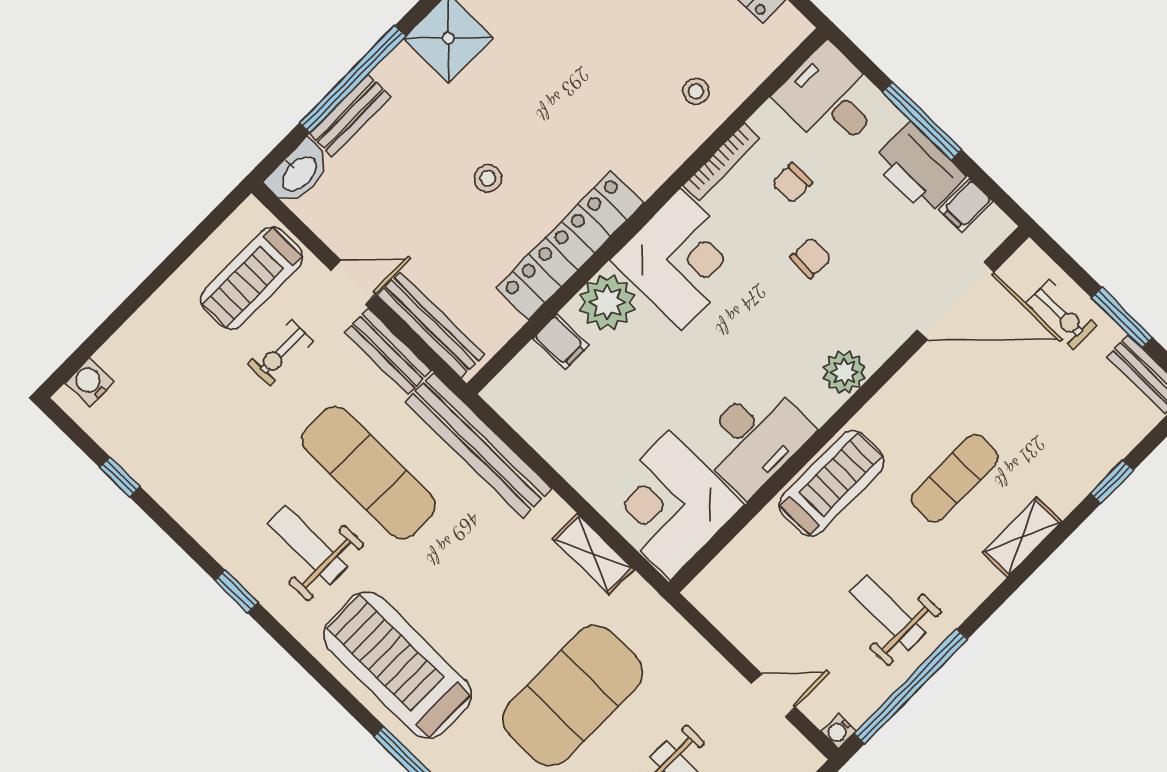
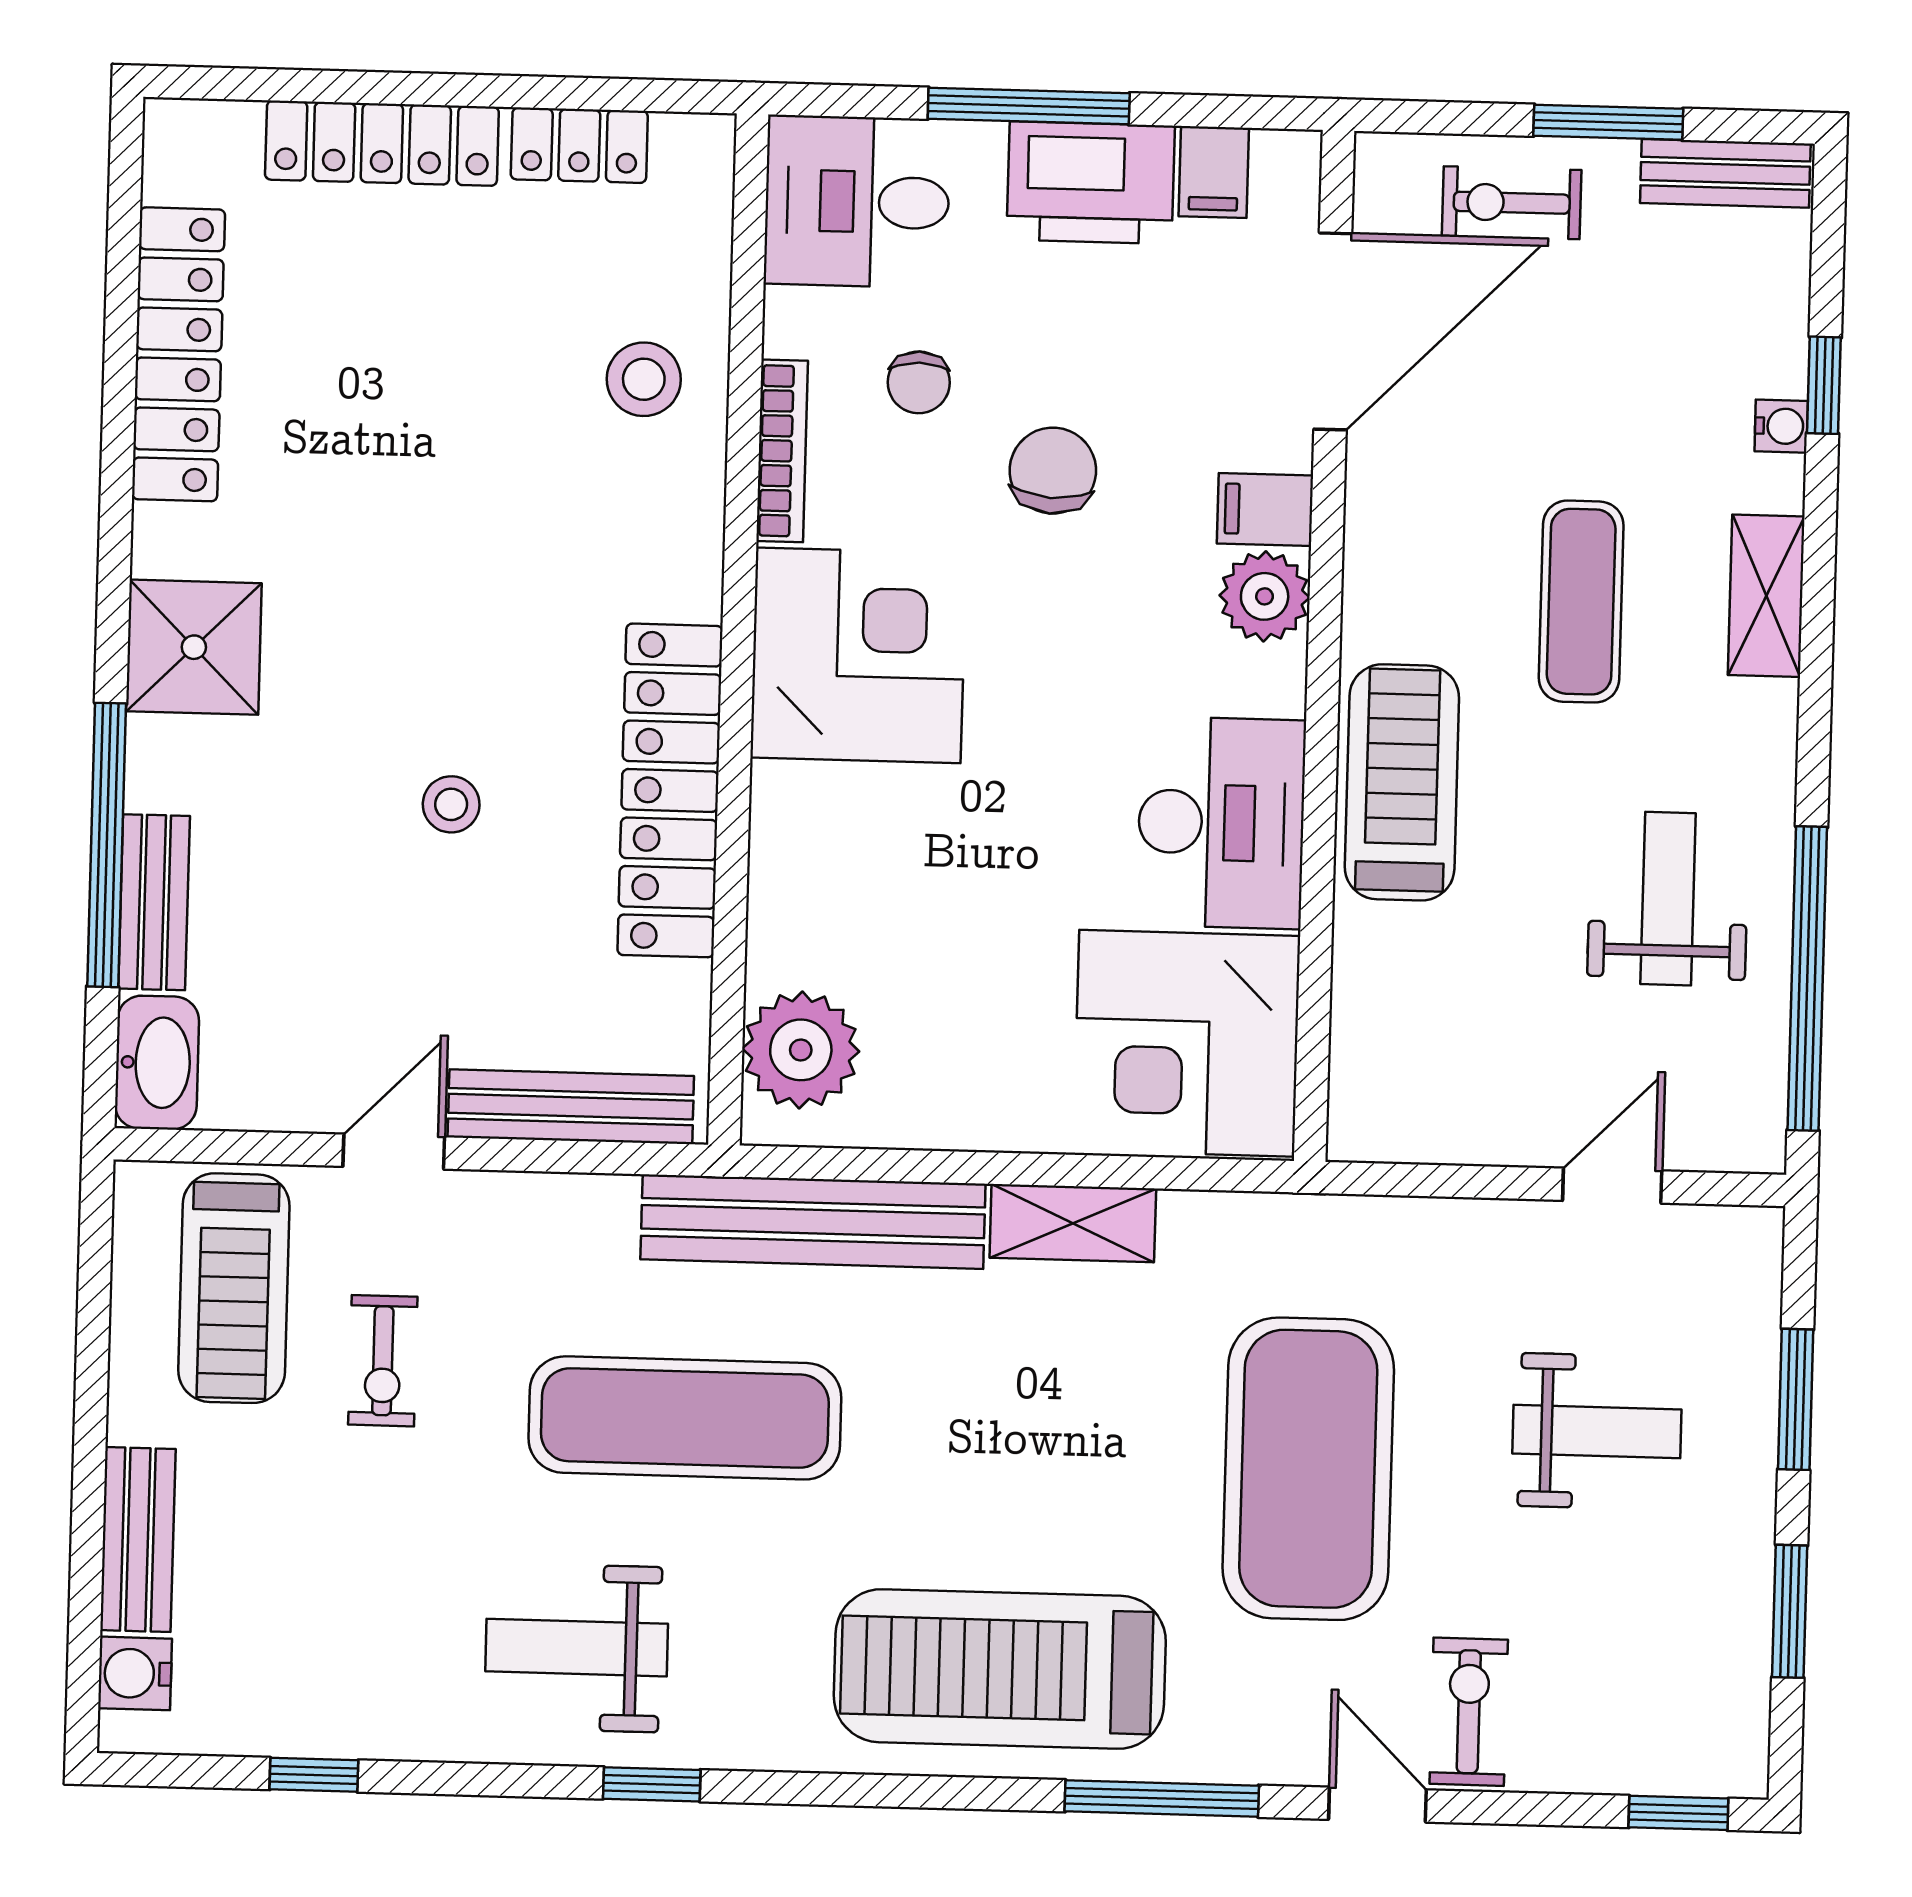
stool: (696, 91) -> (644, 379), width x1.37, depth x1.37
chair: (811, 258) -> (1053, 471), width x1.37, depth x1.37
plant: (607, 302) -> (801, 1050), moved
exercise bike: (1061, 314) -> (1512, 203), turned 180
filing cabinet: (561, 342) -> (1265, 509), moved, turned 180
bench: (388, 351) -> (138, 1540), moved, turned 90
weight bench: (308, 545) -> (577, 1648), moved
shelving: (593, 554) -> (1073, 1223), moved
weight bench: (888, 612) -> (1668, 899), turned 90
water cooler: (838, 731) -> (1781, 426), moved, turned -90

